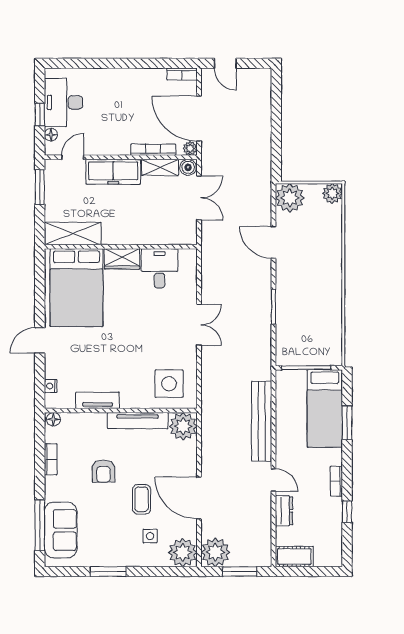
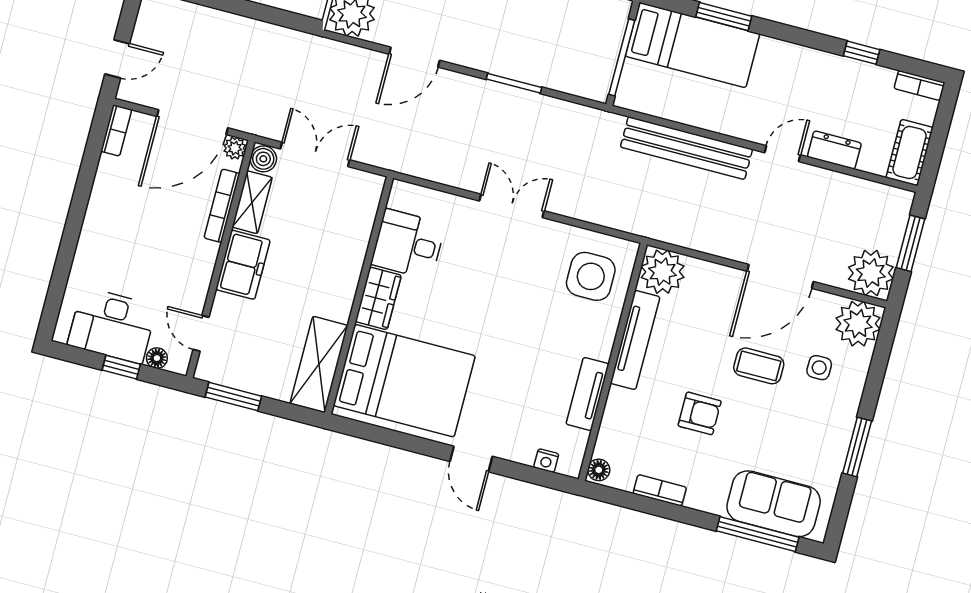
freezer: (113, 172) -> (243, 265), width x0.71
bookcase: (336, 481) -> (919, 85), moved

